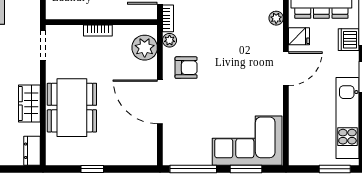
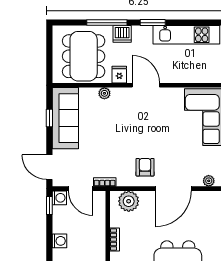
plant: (170, 40) -> (209, 181), moved

